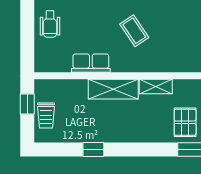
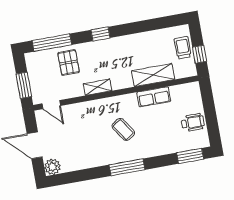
wheelchair: (50, 24) -> (193, 123), turned 90
shelving: (113, 89) -> (153, 75), moved
window: (93, 149) -> (100, 34), moved

